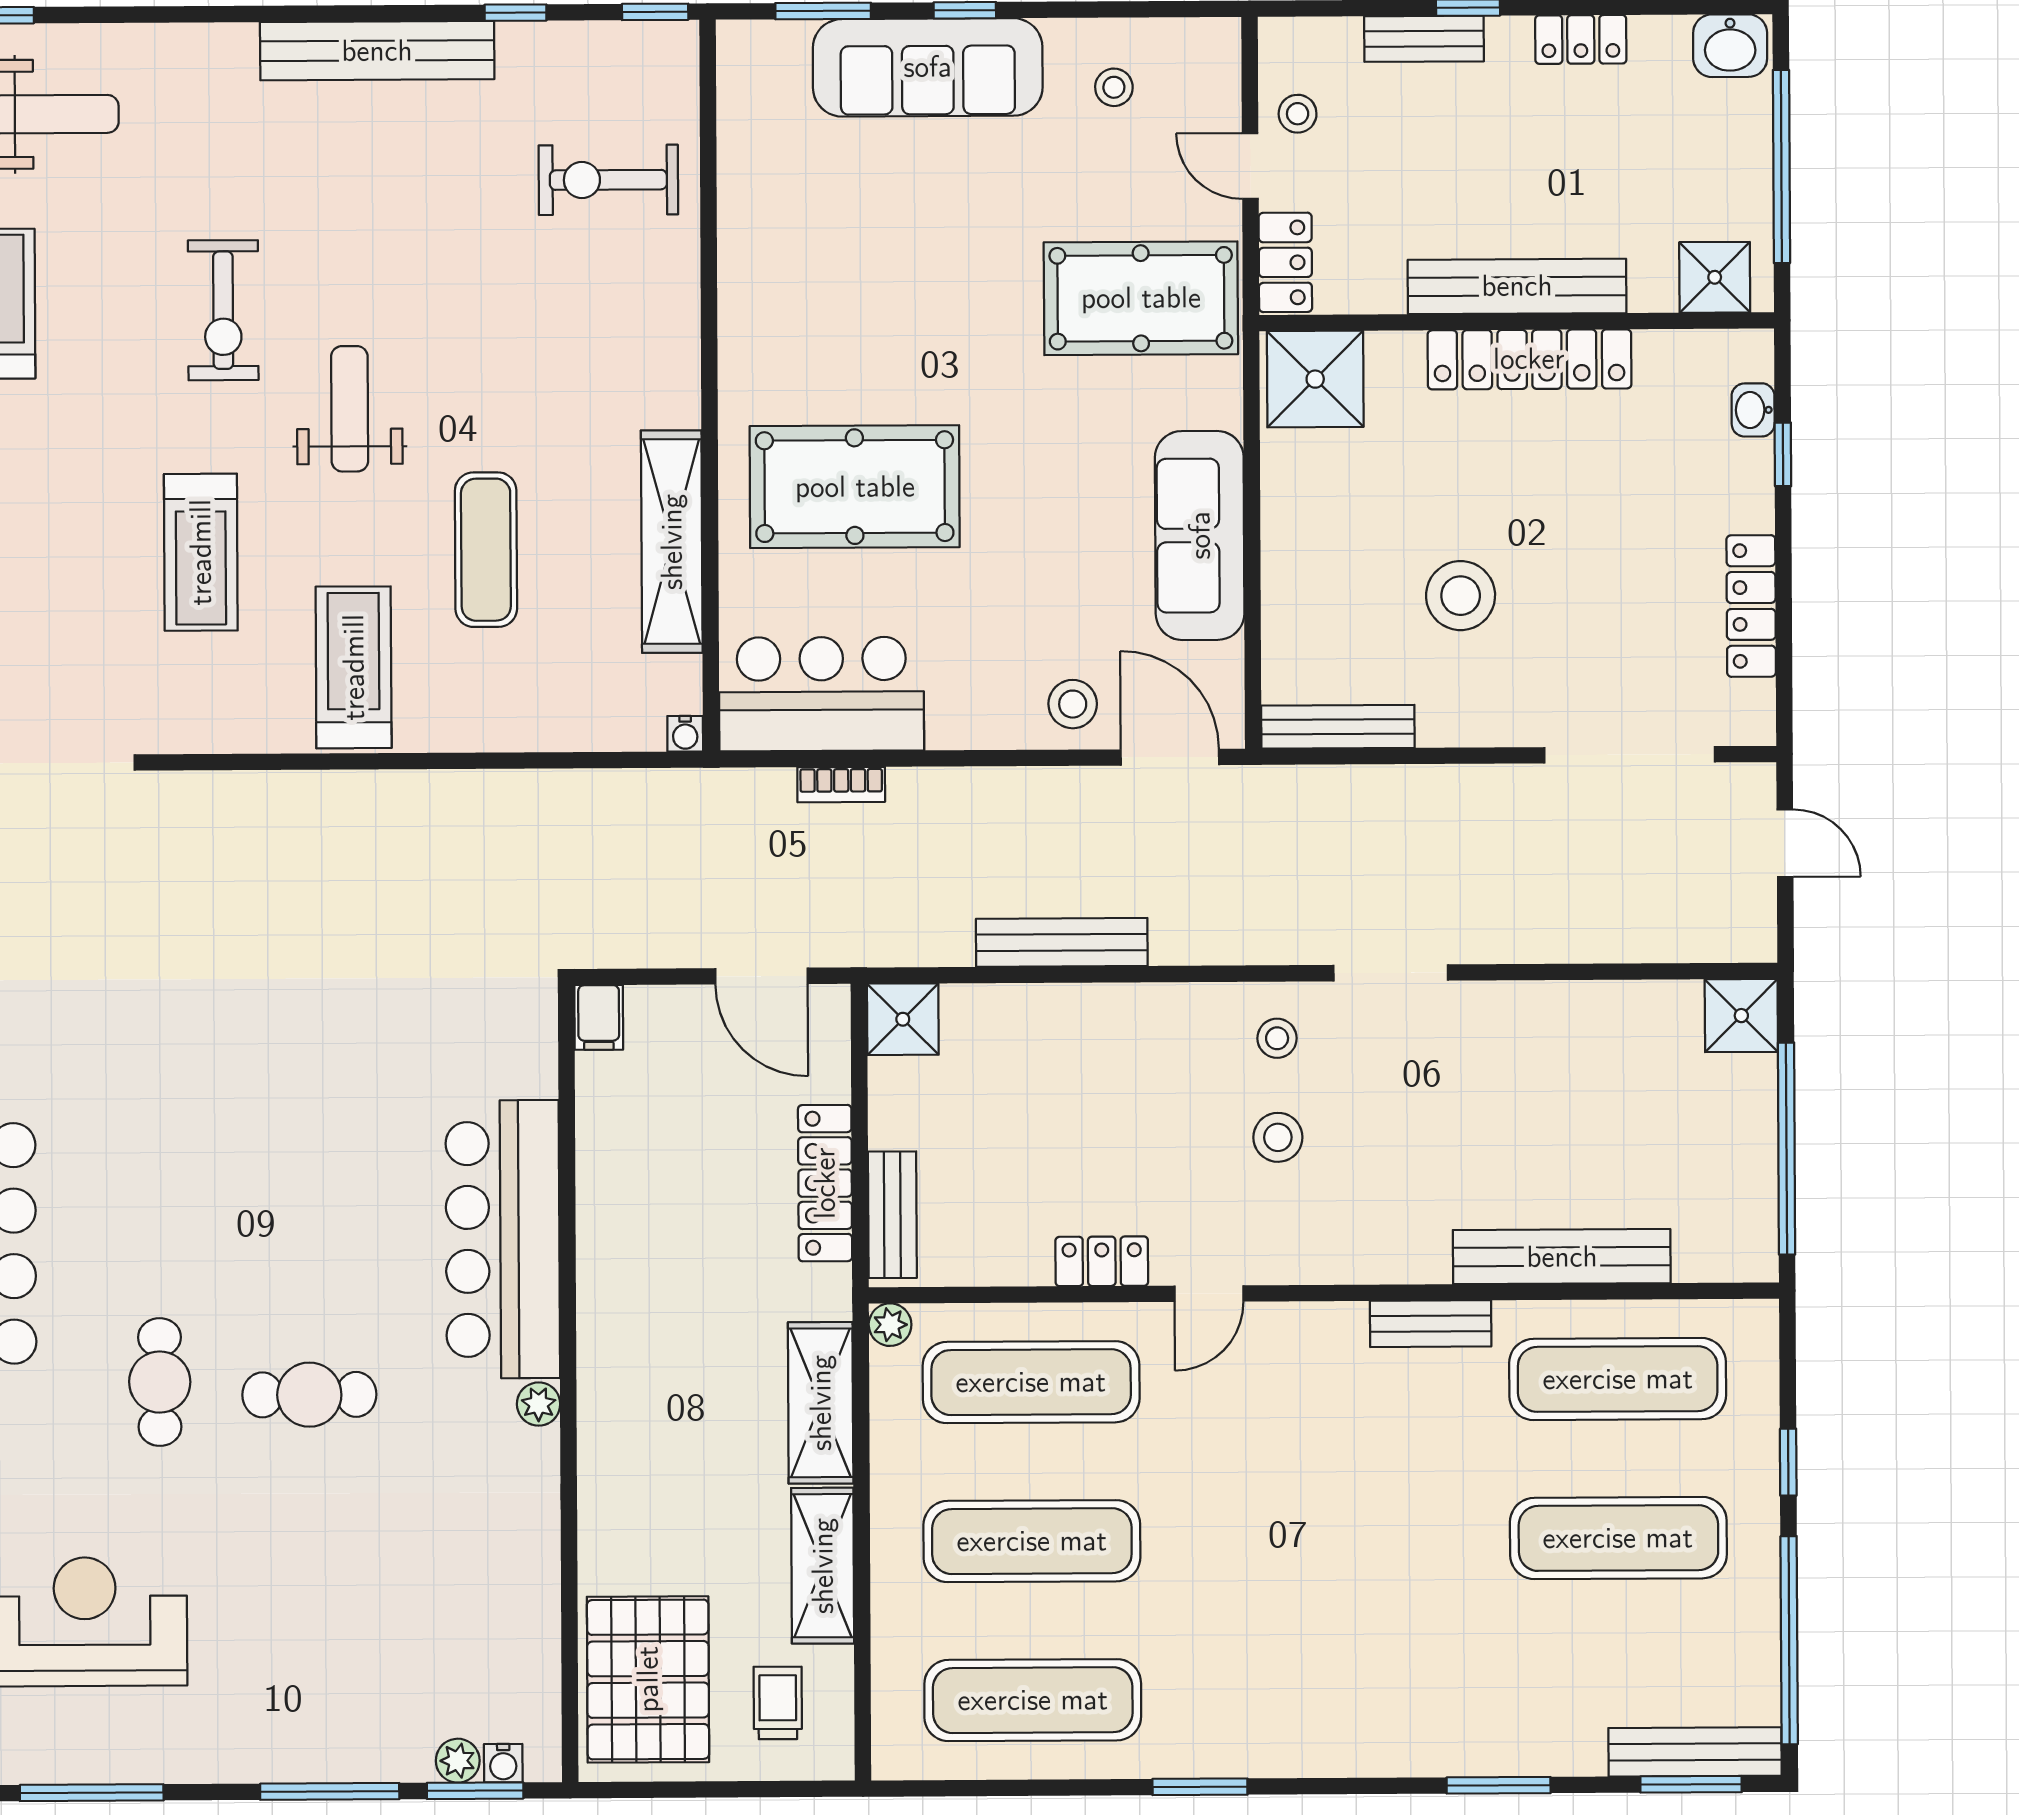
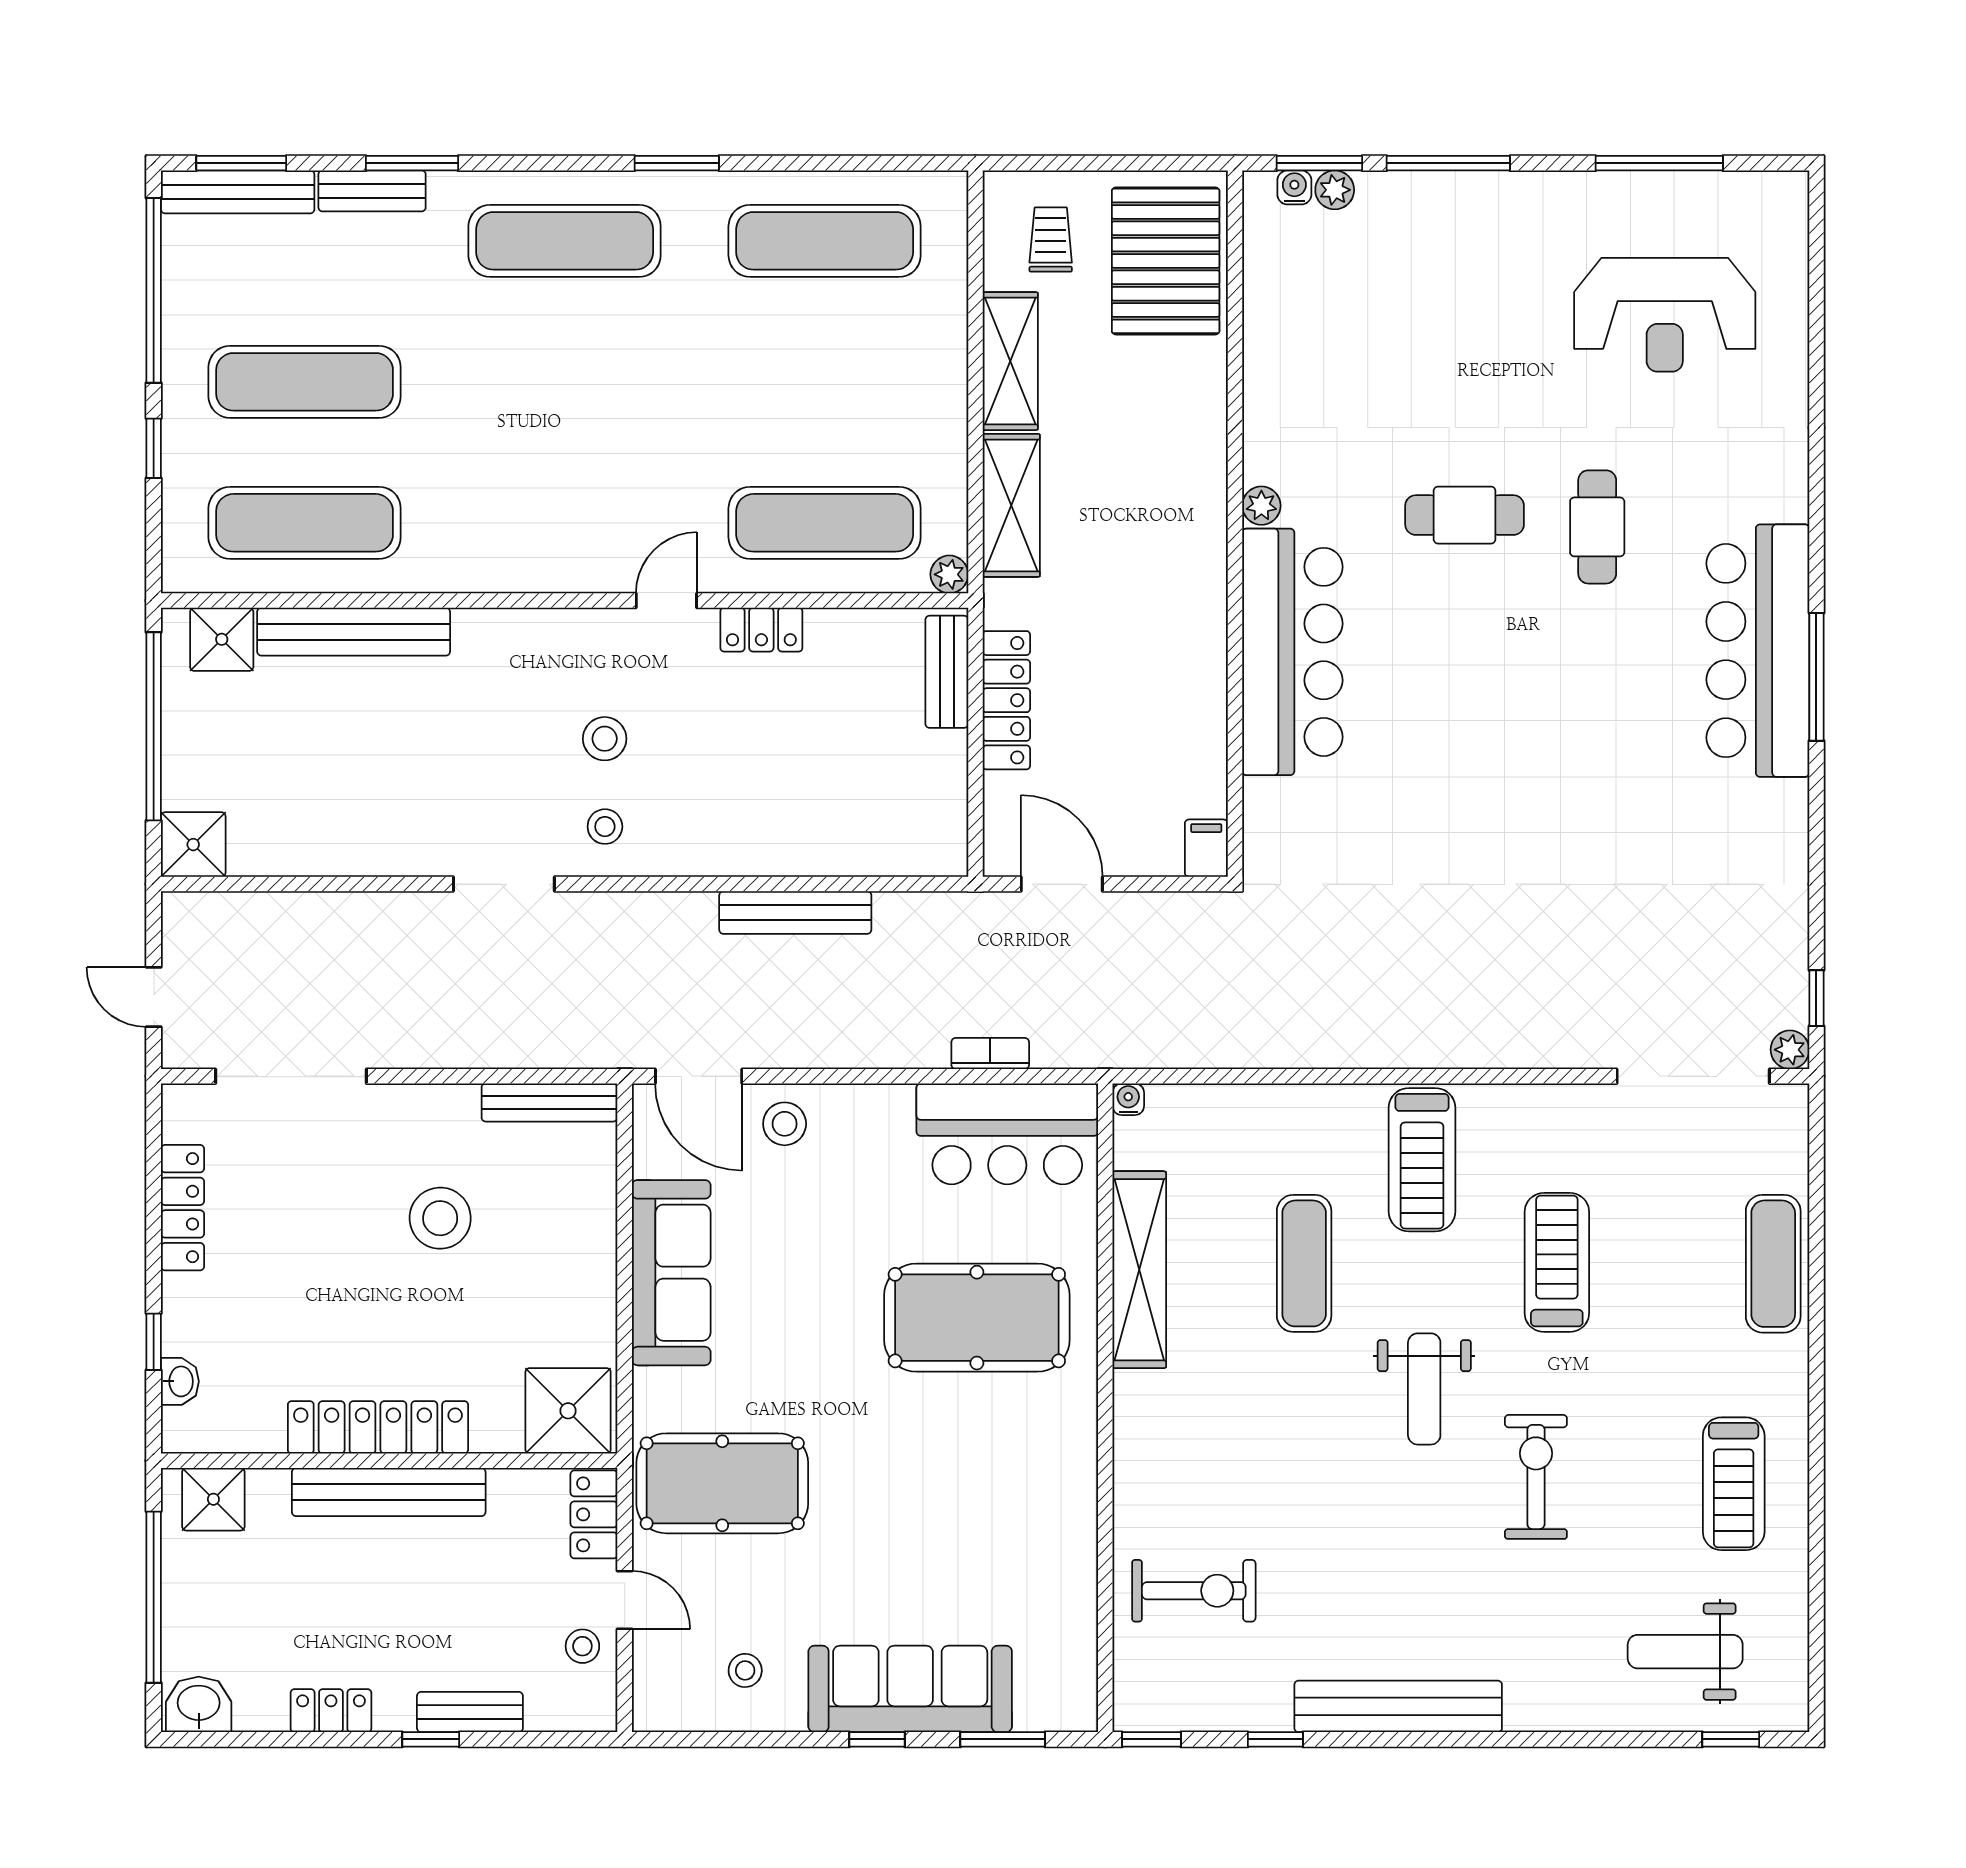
shower: (903, 1019) -> (222, 639), moved
bench: (1431, 1324) -> (372, 191), moved
exercise mat: (1032, 1541) -> (565, 241), moved
trolley: (778, 1703) -> (1051, 240), turned 180

